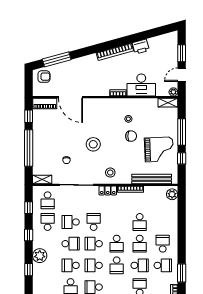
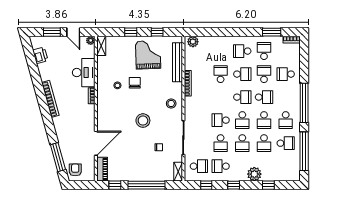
printer: (141, 47) -> (40, 55), moved
window: (182, 132) -> (131, 32), width x0.46
locker: (108, 190) -> (189, 106), removed
school desk: (140, 222) -> (221, 74), turned -90
school desk: (71, 244) -> (242, 143), turned 180

